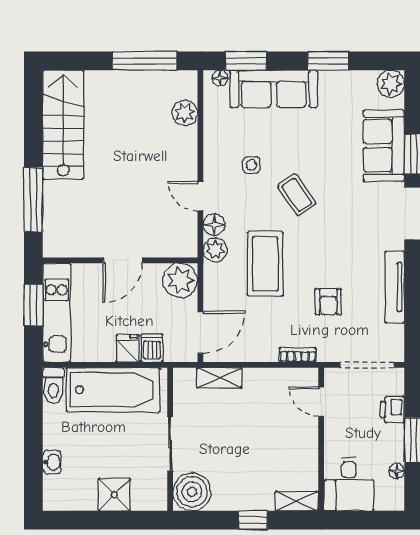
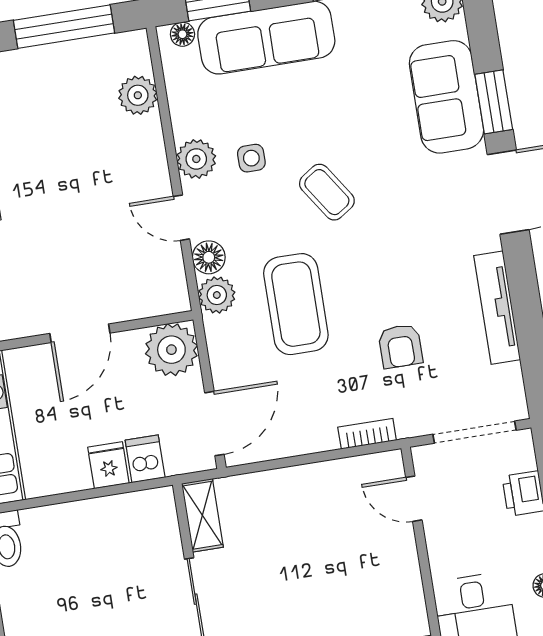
plant: (216, 160) -> (196, 159), added
shelving: (219, 378) -> (202, 515), moved, turned 90
bathtub: (113, 390) -> (97, 531), removed

